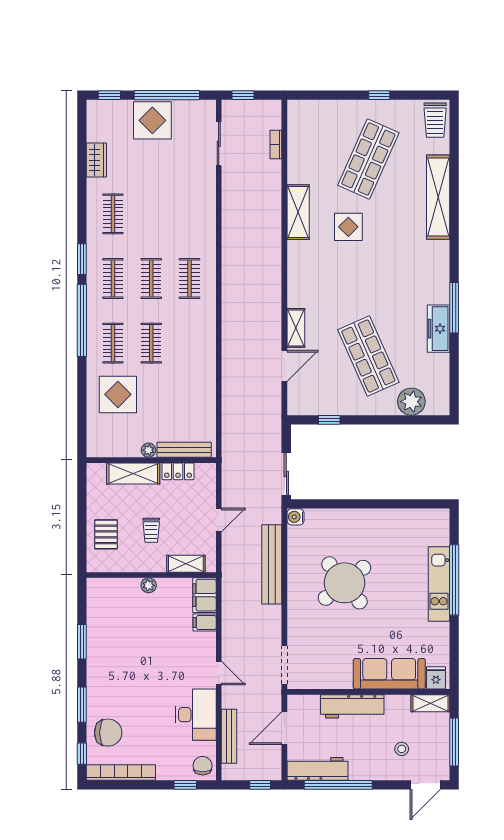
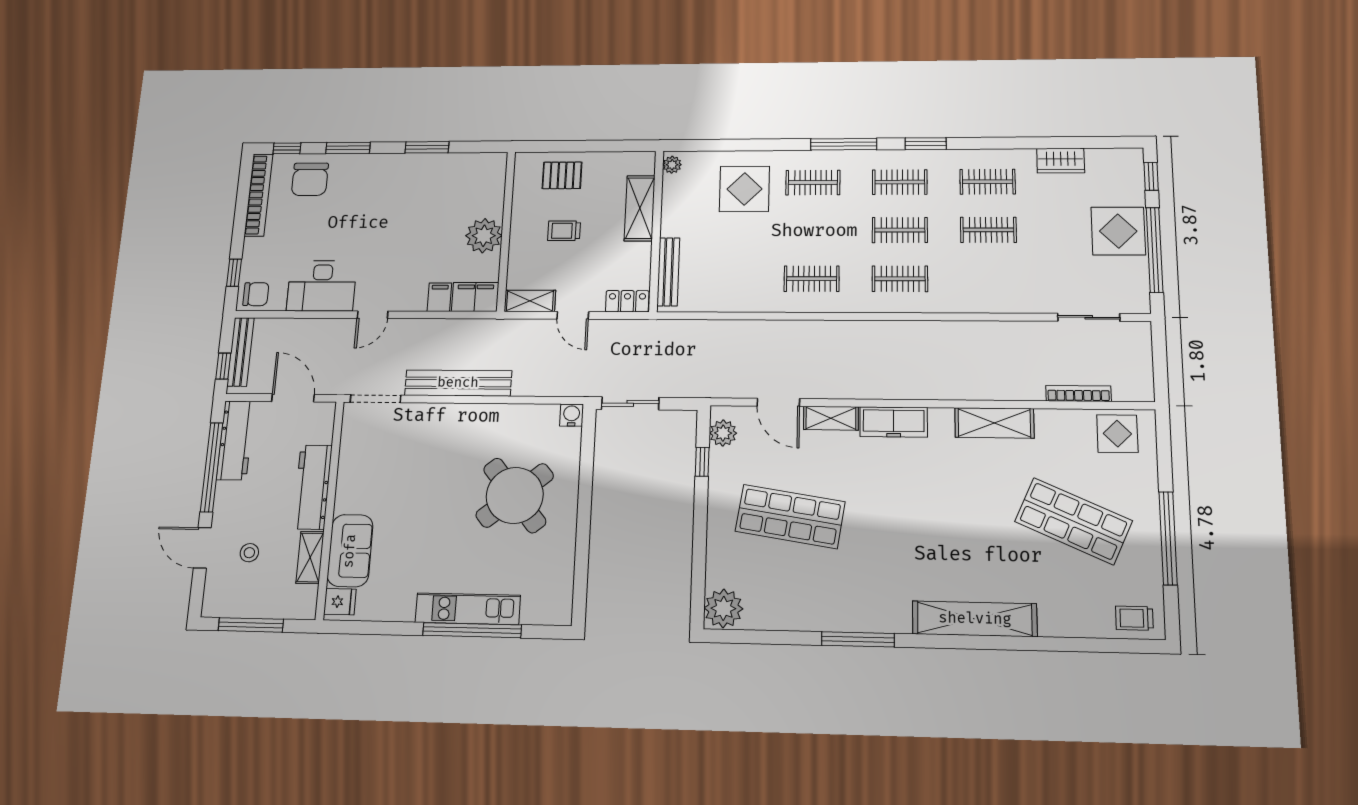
window: (243, 95) -> (1159, 350), removed
window: (379, 95) -> (1168, 538), width x3.17
trolley: (435, 120) -> (1134, 618), width x0.73, depth x0.72
bookcase: (276, 144) -> (1079, 394), width x1.56
shelving: (438, 197) -> (975, 619), moved
clothes rail: (151, 214) -> (988, 230), added
display table: (348, 227) -> (1117, 434), moved
window: (82, 320) -> (844, 144), width x0.68
freezer: (438, 329) -> (894, 422), moved, turned 180
clothes rail: (151, 343) -> (812, 279), moved
shop shelf: (368, 356) -> (790, 517), turned 33
plant: (411, 402) -> (723, 608), moved
plant: (308, 405) -> (723, 433), added
plant: (148, 450) -> (672, 165), moved
locker: (178, 471) -> (627, 301), moved, turned 90
shelving: (186, 564) -> (530, 301), moved, turned 90
bench: (272, 564) -> (458, 383), moved
round table: (344, 583) -> (515, 495), moved
plant: (149, 585) -> (484, 236), width x1.88, depth x1.88
sofa: (389, 674) -> (350, 551), width x0.73
shelving: (430, 703) -> (310, 557), moved
bench: (229, 736) -> (240, 352), moved, turned 90
door: (425, 785) -> (202, 548), moved

